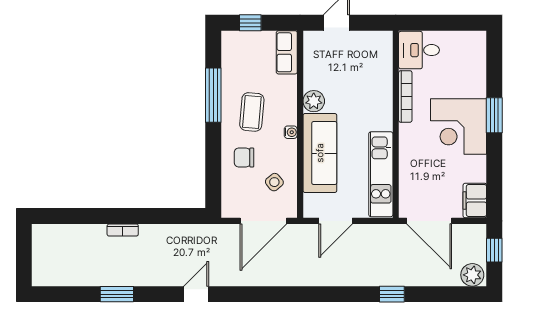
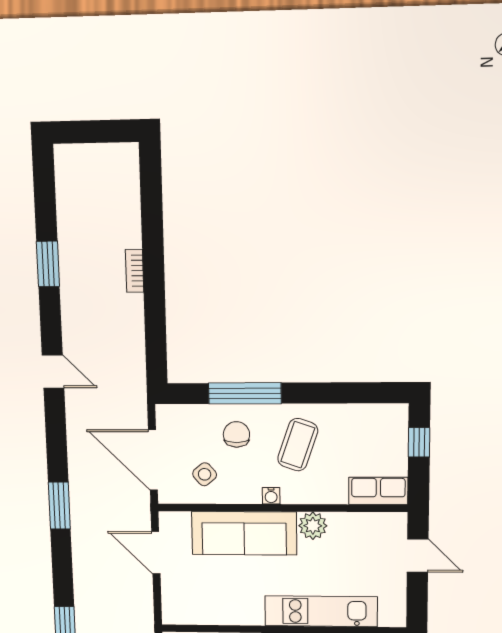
window: (213, 95) -> (245, 393), moved
coffee table: (252, 112) -> (298, 445), turned -76
kitchen unit: (381, 174) -> (321, 611), moved
window: (299, 294) -> (59, 506), added

